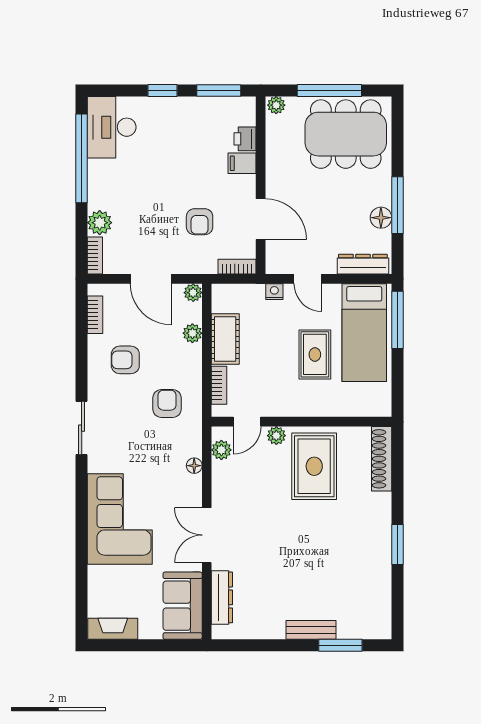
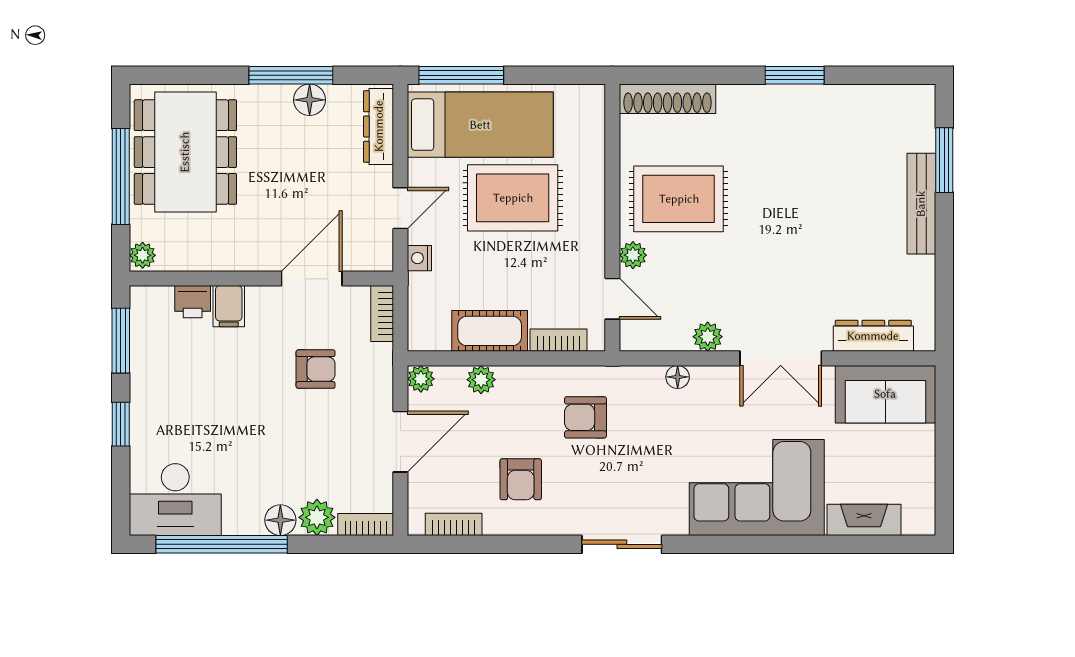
floor lamp: (98, 198) -> (280, 520), added
rug: (315, 354) -> (513, 198), width x1.36, depth x1.43
plant: (221, 450) -> (708, 337), moved
fireplace: (113, 629) -> (864, 520), moved, turned 90
bench: (311, 630) -> (921, 204), width x1.36

